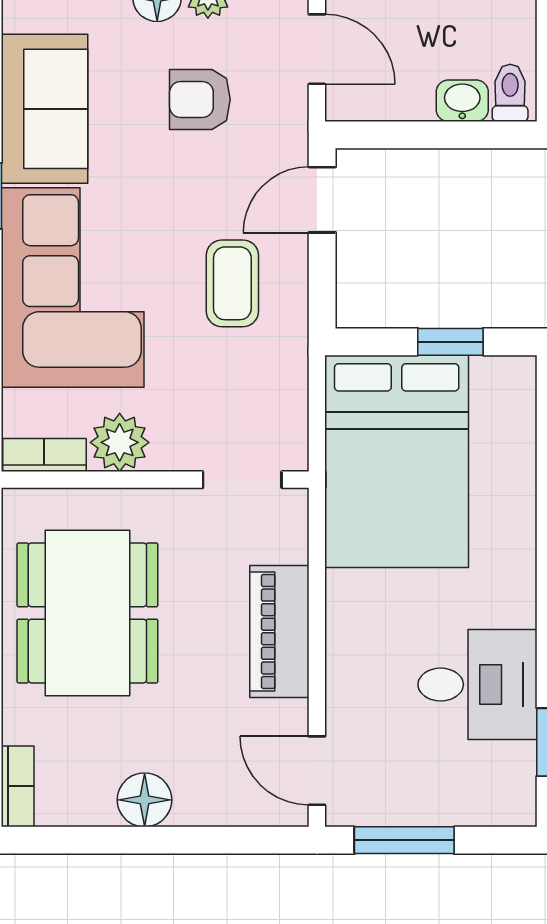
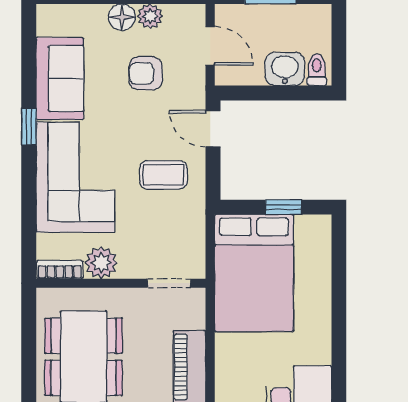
washbasin: (462, 101) -> (285, 69), width x1.38, depth x1.45
door: (322, 200) -> (213, 129), hinge flipped
coffee table: (232, 283) -> (163, 175), turned 90

